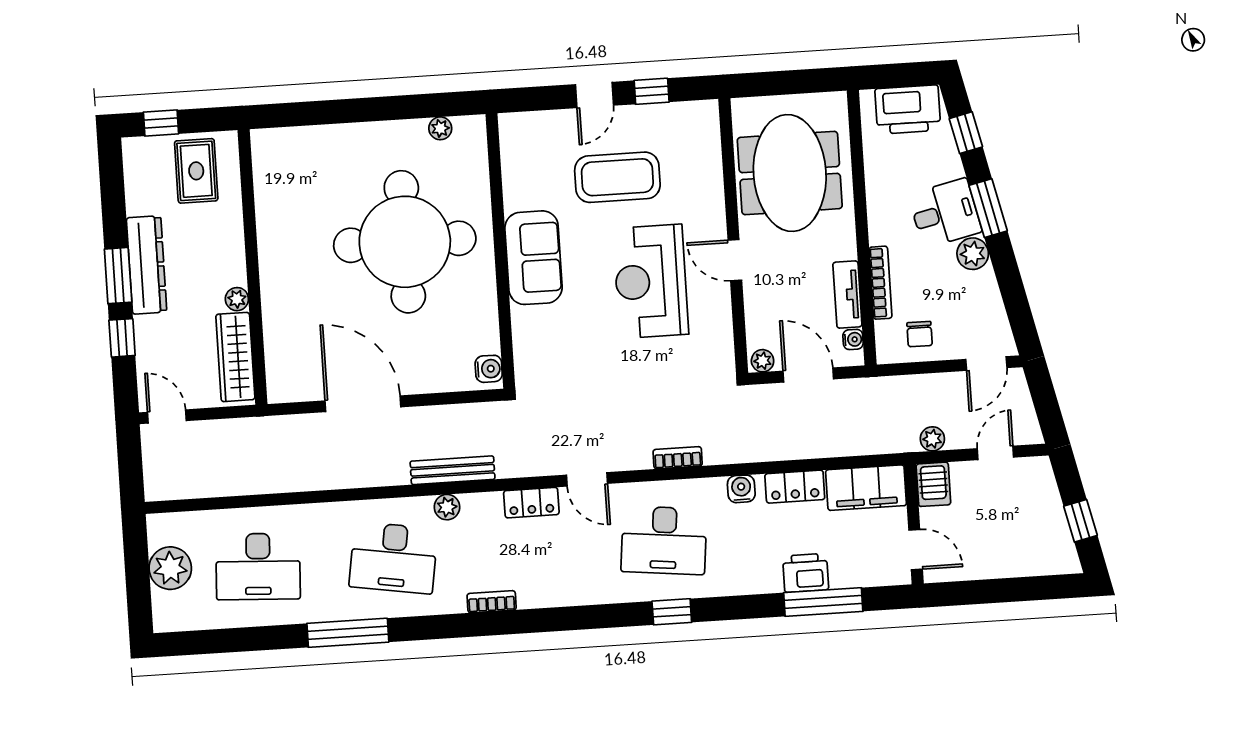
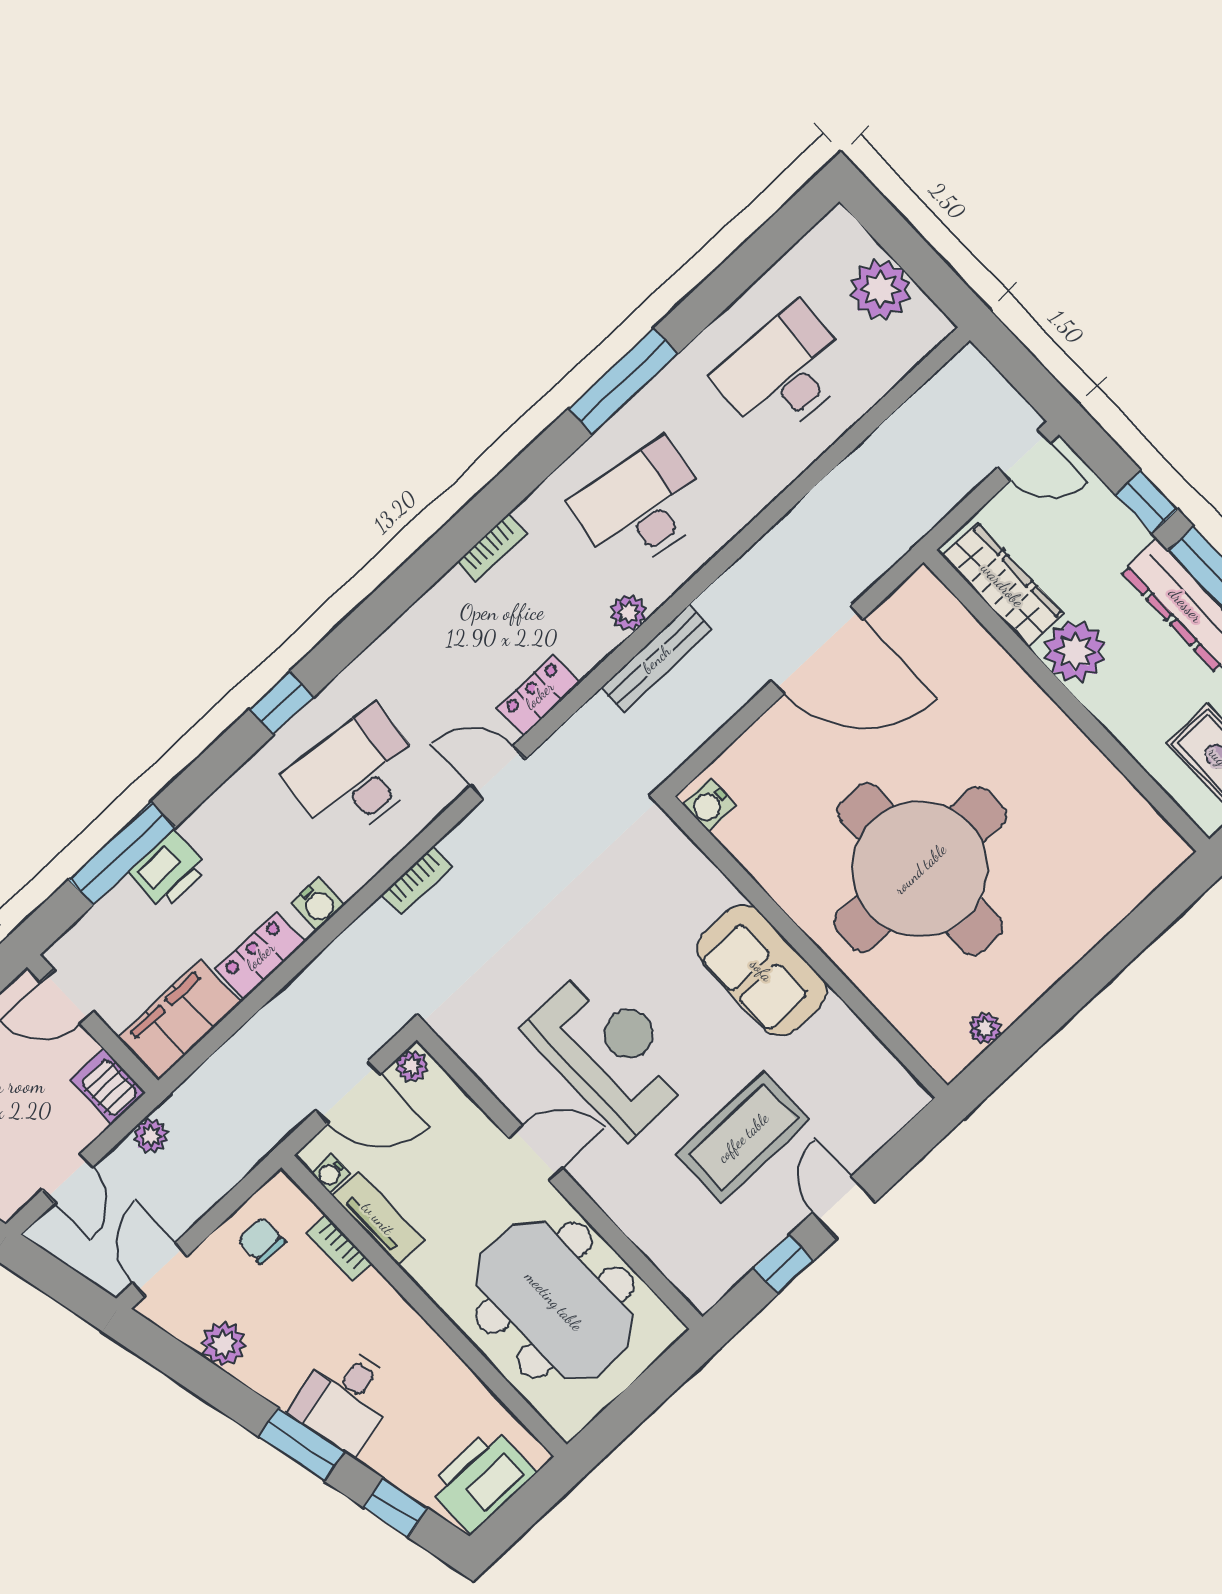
plant: (973, 254) -> (224, 1344), moved
bookcase: (881, 283) -> (339, 1248), width x0.64
plant: (237, 299) -> (1075, 651), width x1.88, depth x1.88

